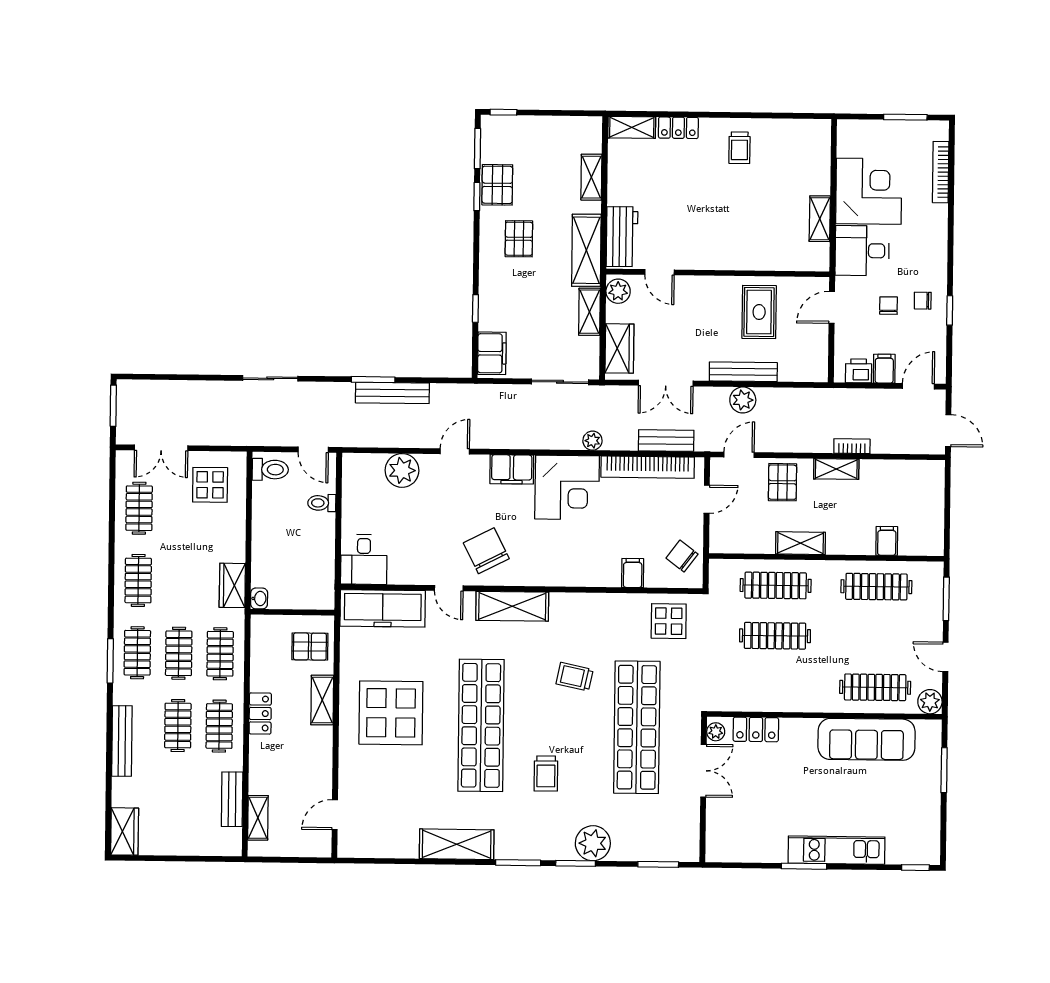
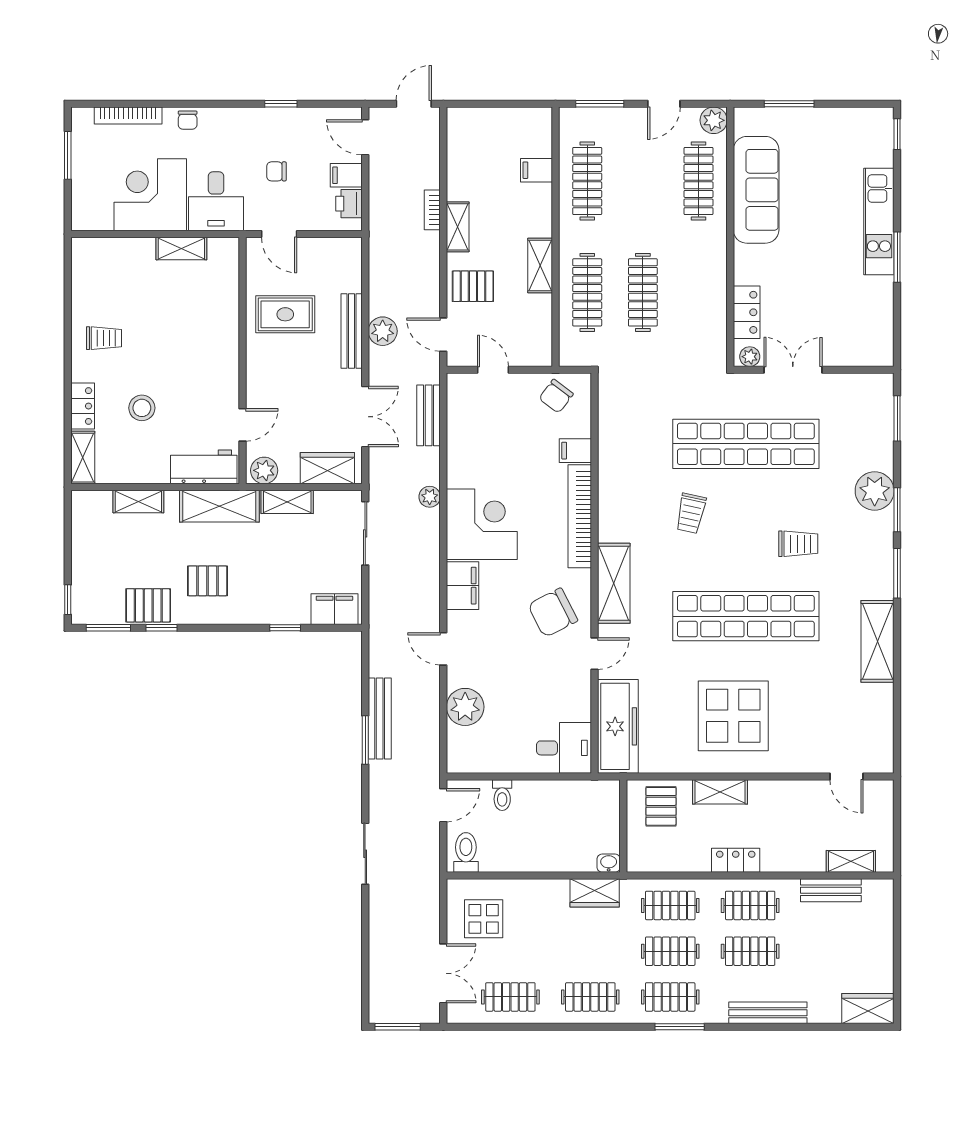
stool: (676, 181) -> (142, 408), added
chair: (923, 301) -> (188, 120), moved
bookcase: (648, 467) -> (580, 516), moved, turned 180
display table: (669, 621) -> (628, 410), removed

